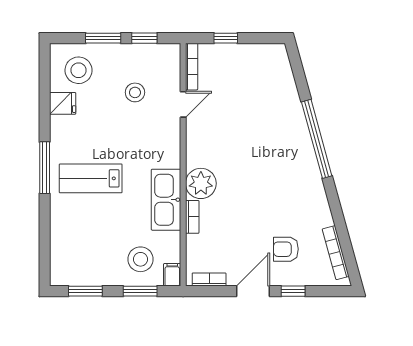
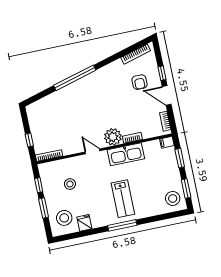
door: (183, 104) -> (92, 151), moved
stool: (141, 259) -> (173, 198), moved

